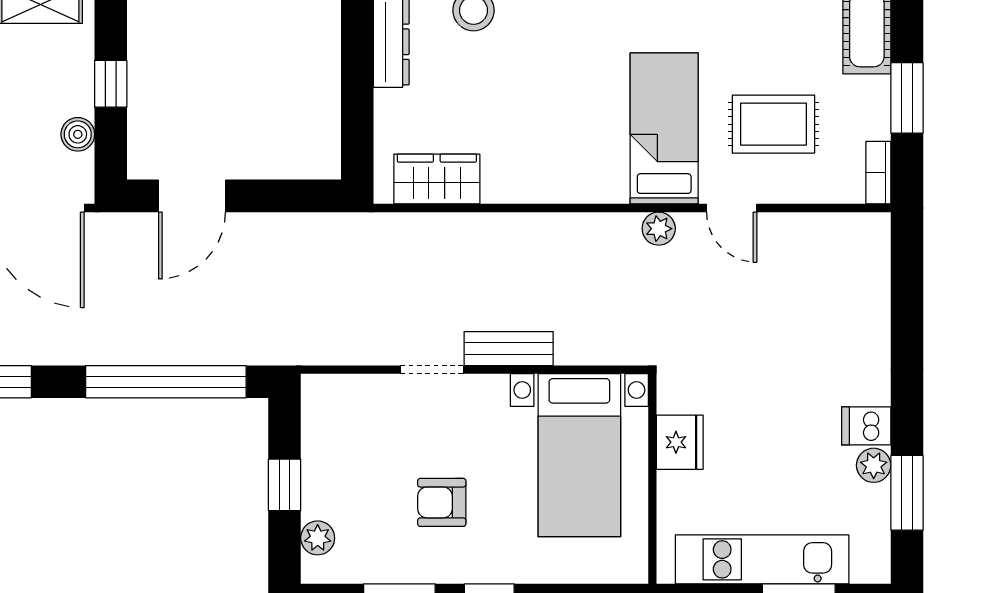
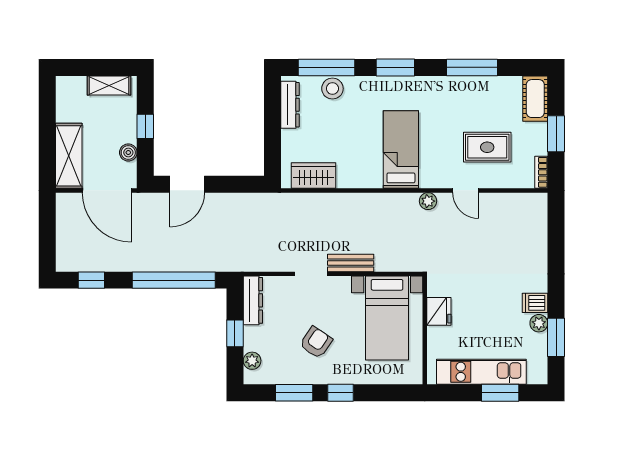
bed: (664, 128) -> (401, 149), moved
dresser: (319, 421) -> (253, 300), added
armchair: (442, 502) -> (316, 342), turned 124

